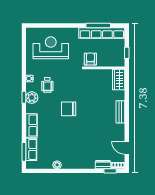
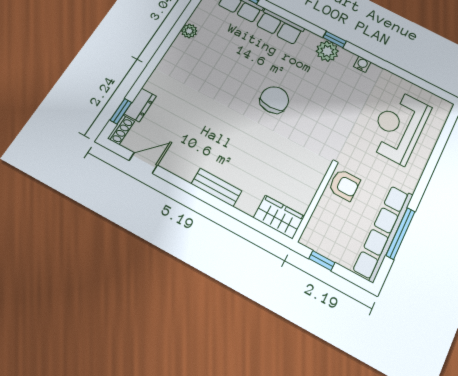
reception desk: (51, 48) -> (399, 126), turned 180
wheelchair: (47, 85) -> (336, 87), removed

